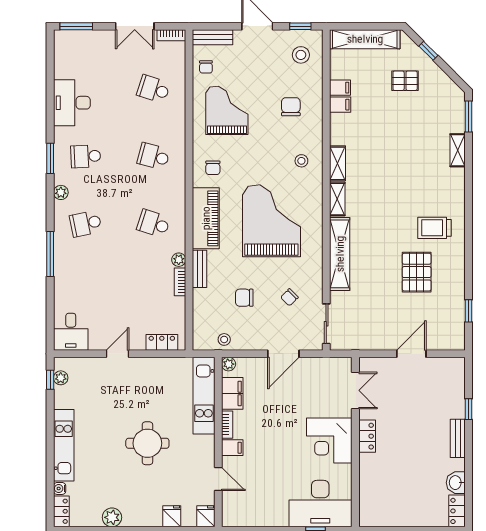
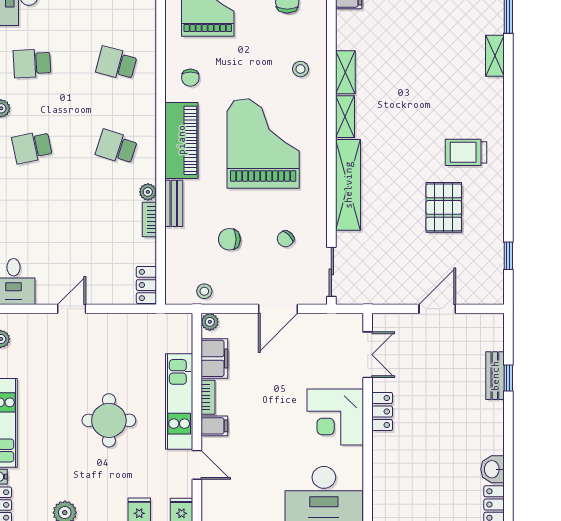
locker: (162, 342) -> (146, 285), moved, turned -90
kitchen unit: (204, 396) -> (179, 402), moved
bench: (458, 438) -> (495, 376), moved

